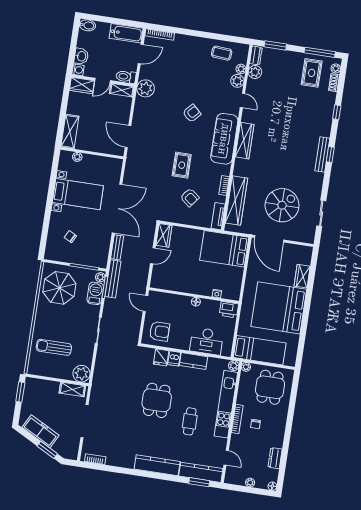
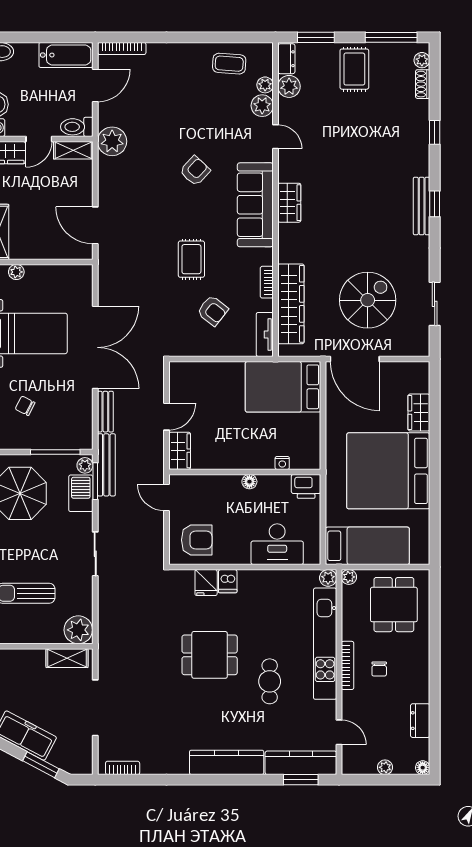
rug: (312, 73) -> (354, 69), moved
wardrobe: (245, 141) -> (289, 203), width x0.67
wardrobe: (164, 235) -> (180, 451), moved
kitchen counter: (194, 361) -> (261, 581), removed
dining table: (157, 400) -> (210, 655), turned 90

